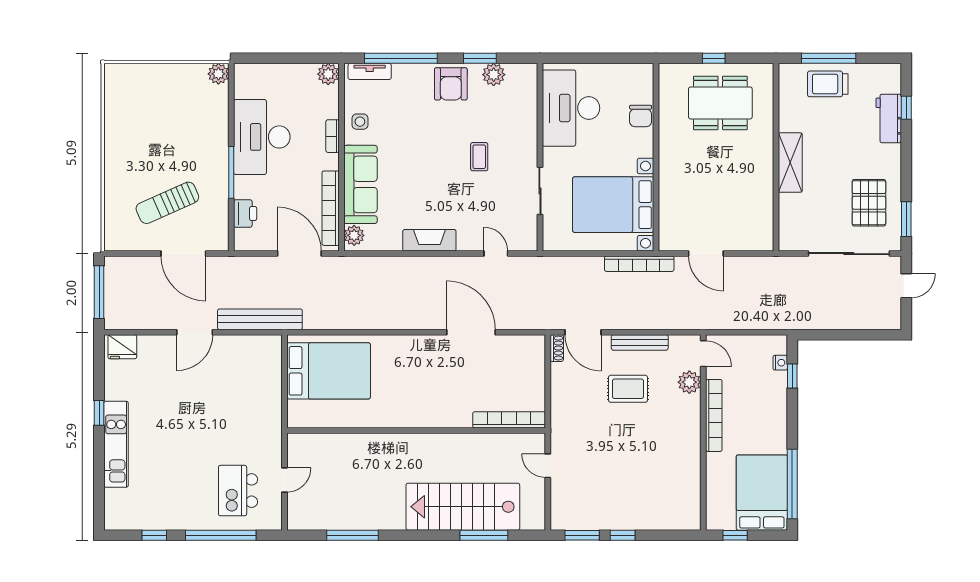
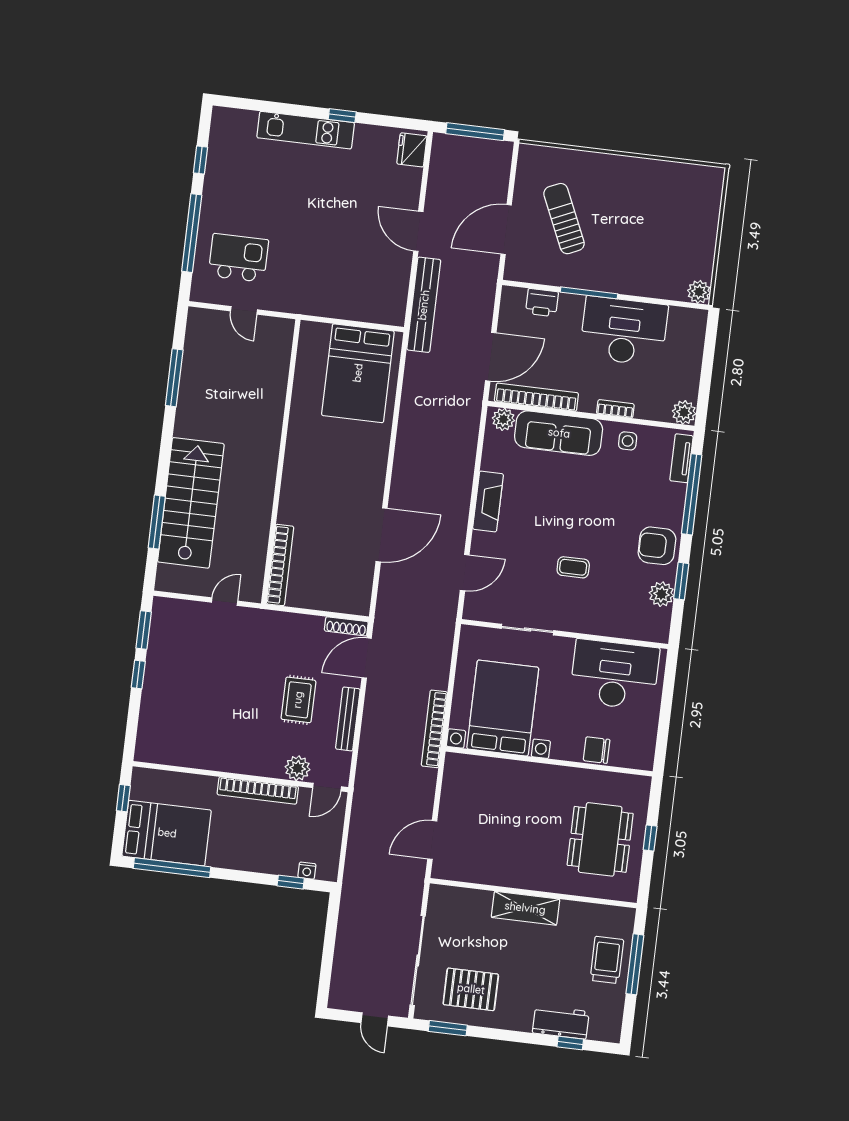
door: (496, 254) -> (465, 573), width x1.37
door: (706, 254) -> (432, 840), moved
shoe rack: (557, 348) -> (346, 626), width x1.43

